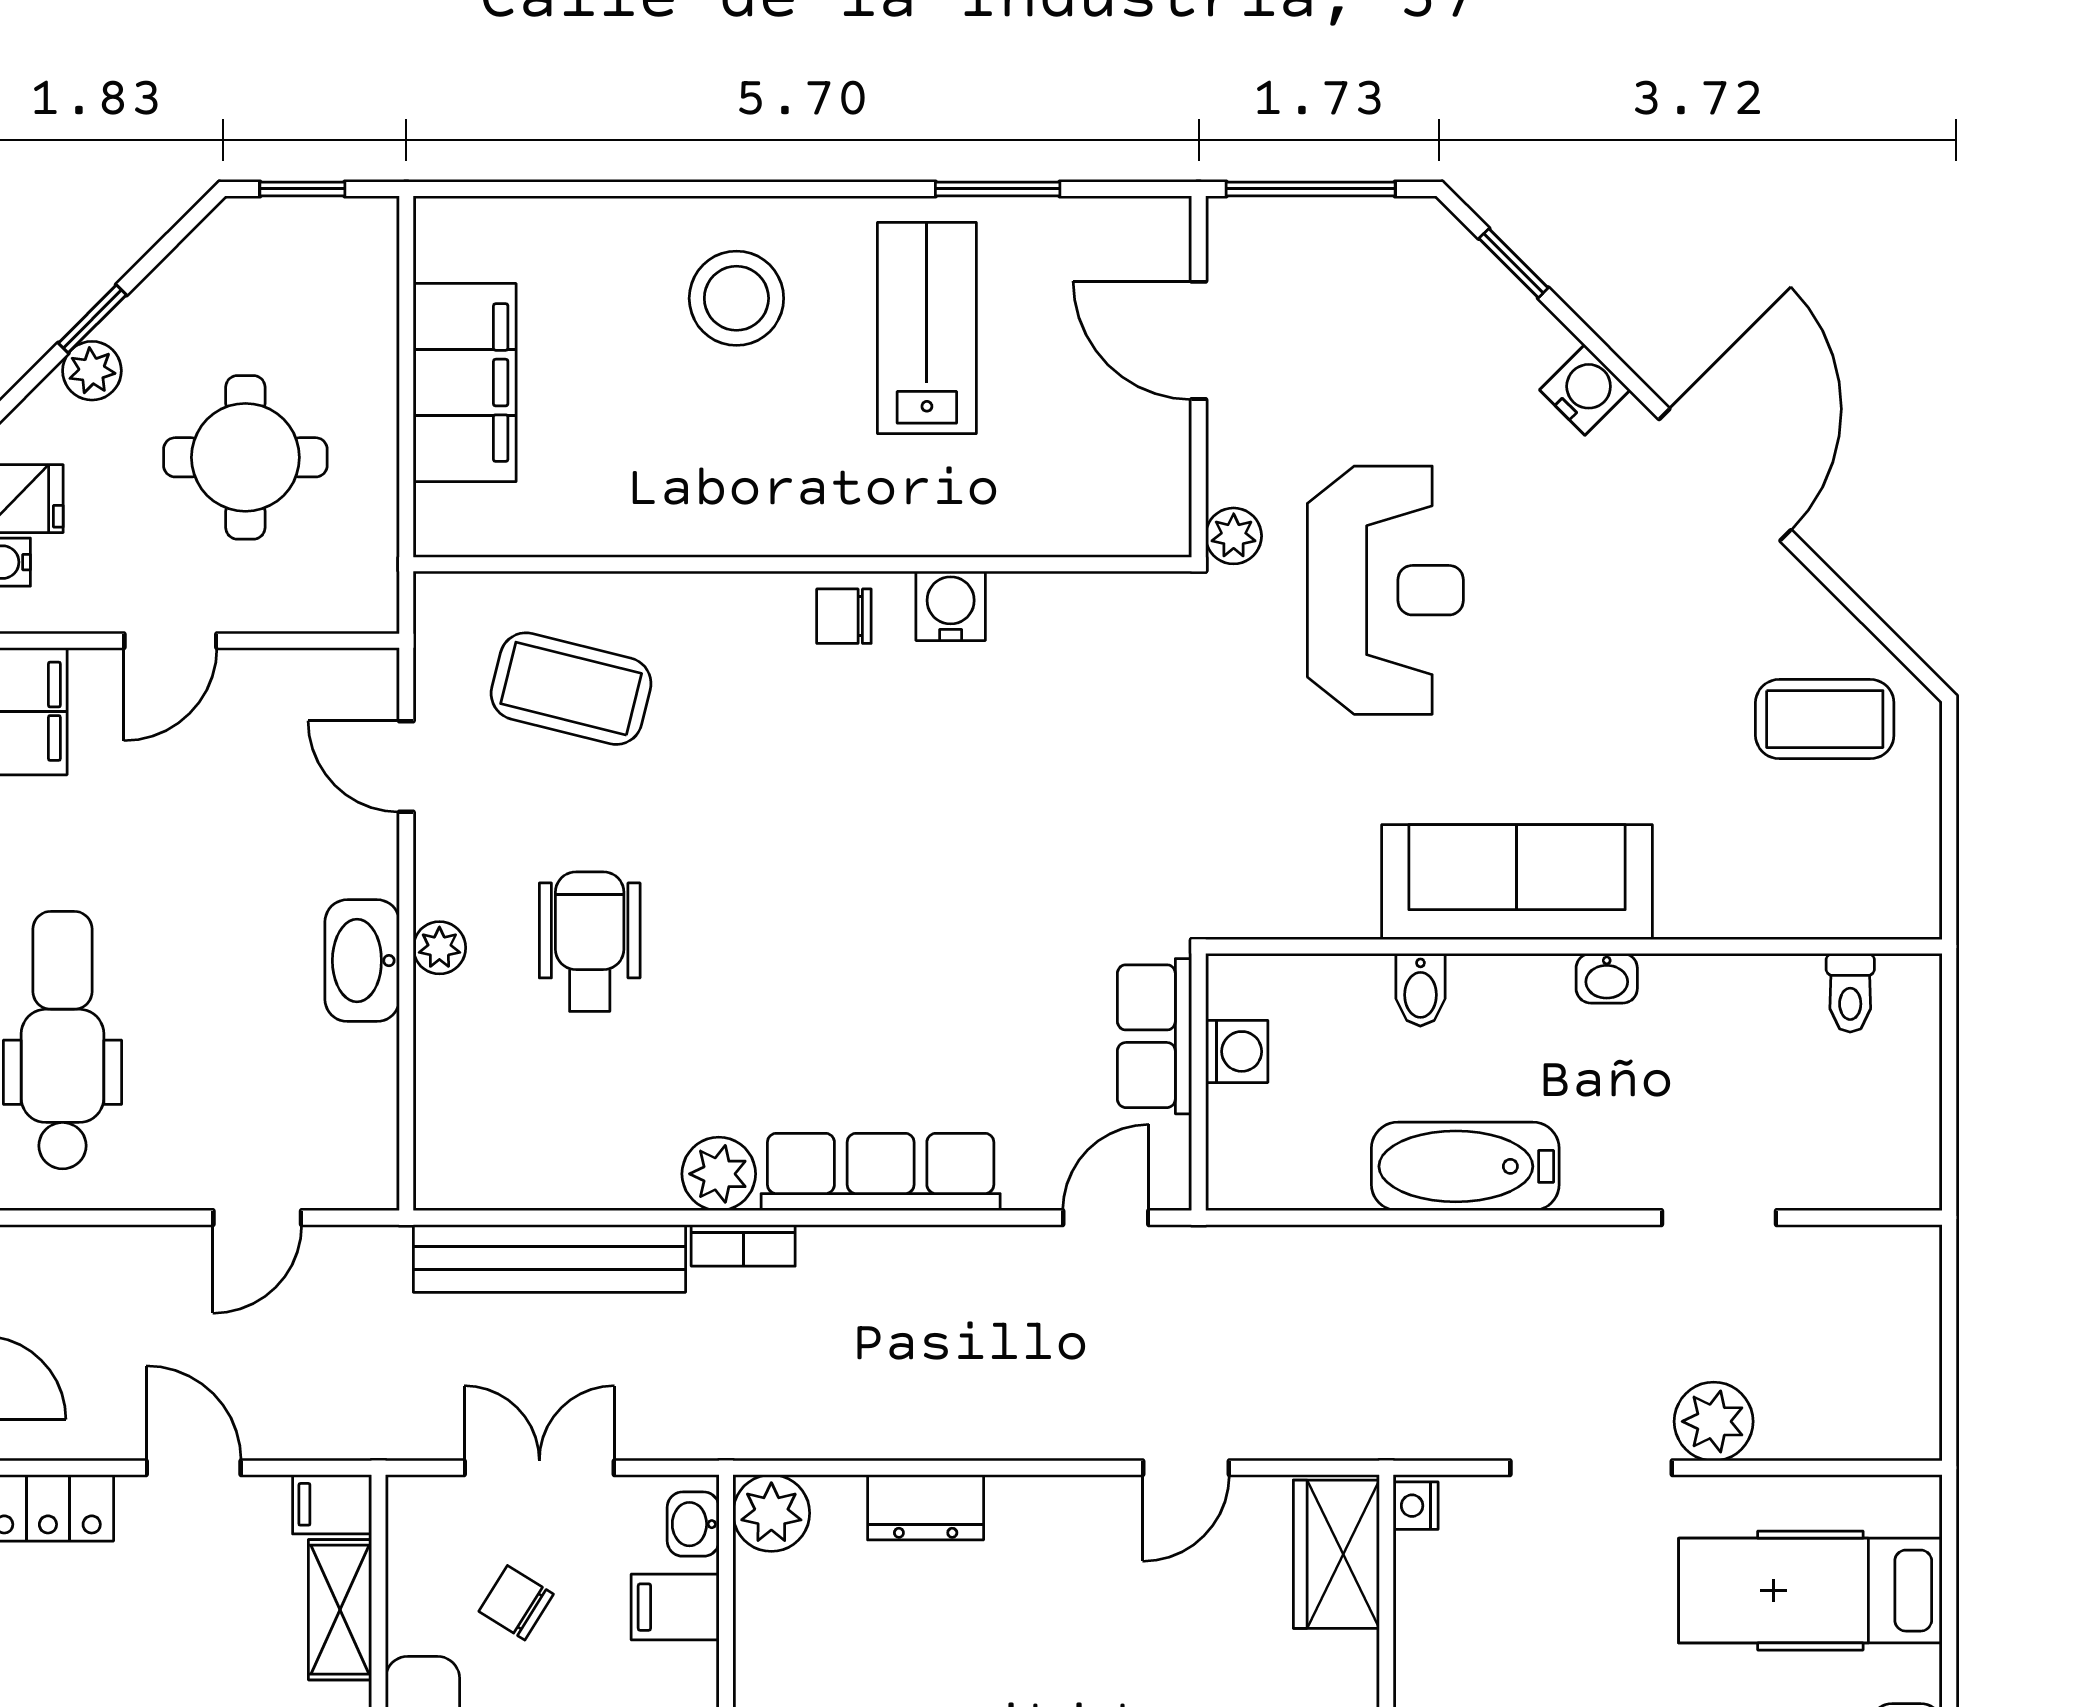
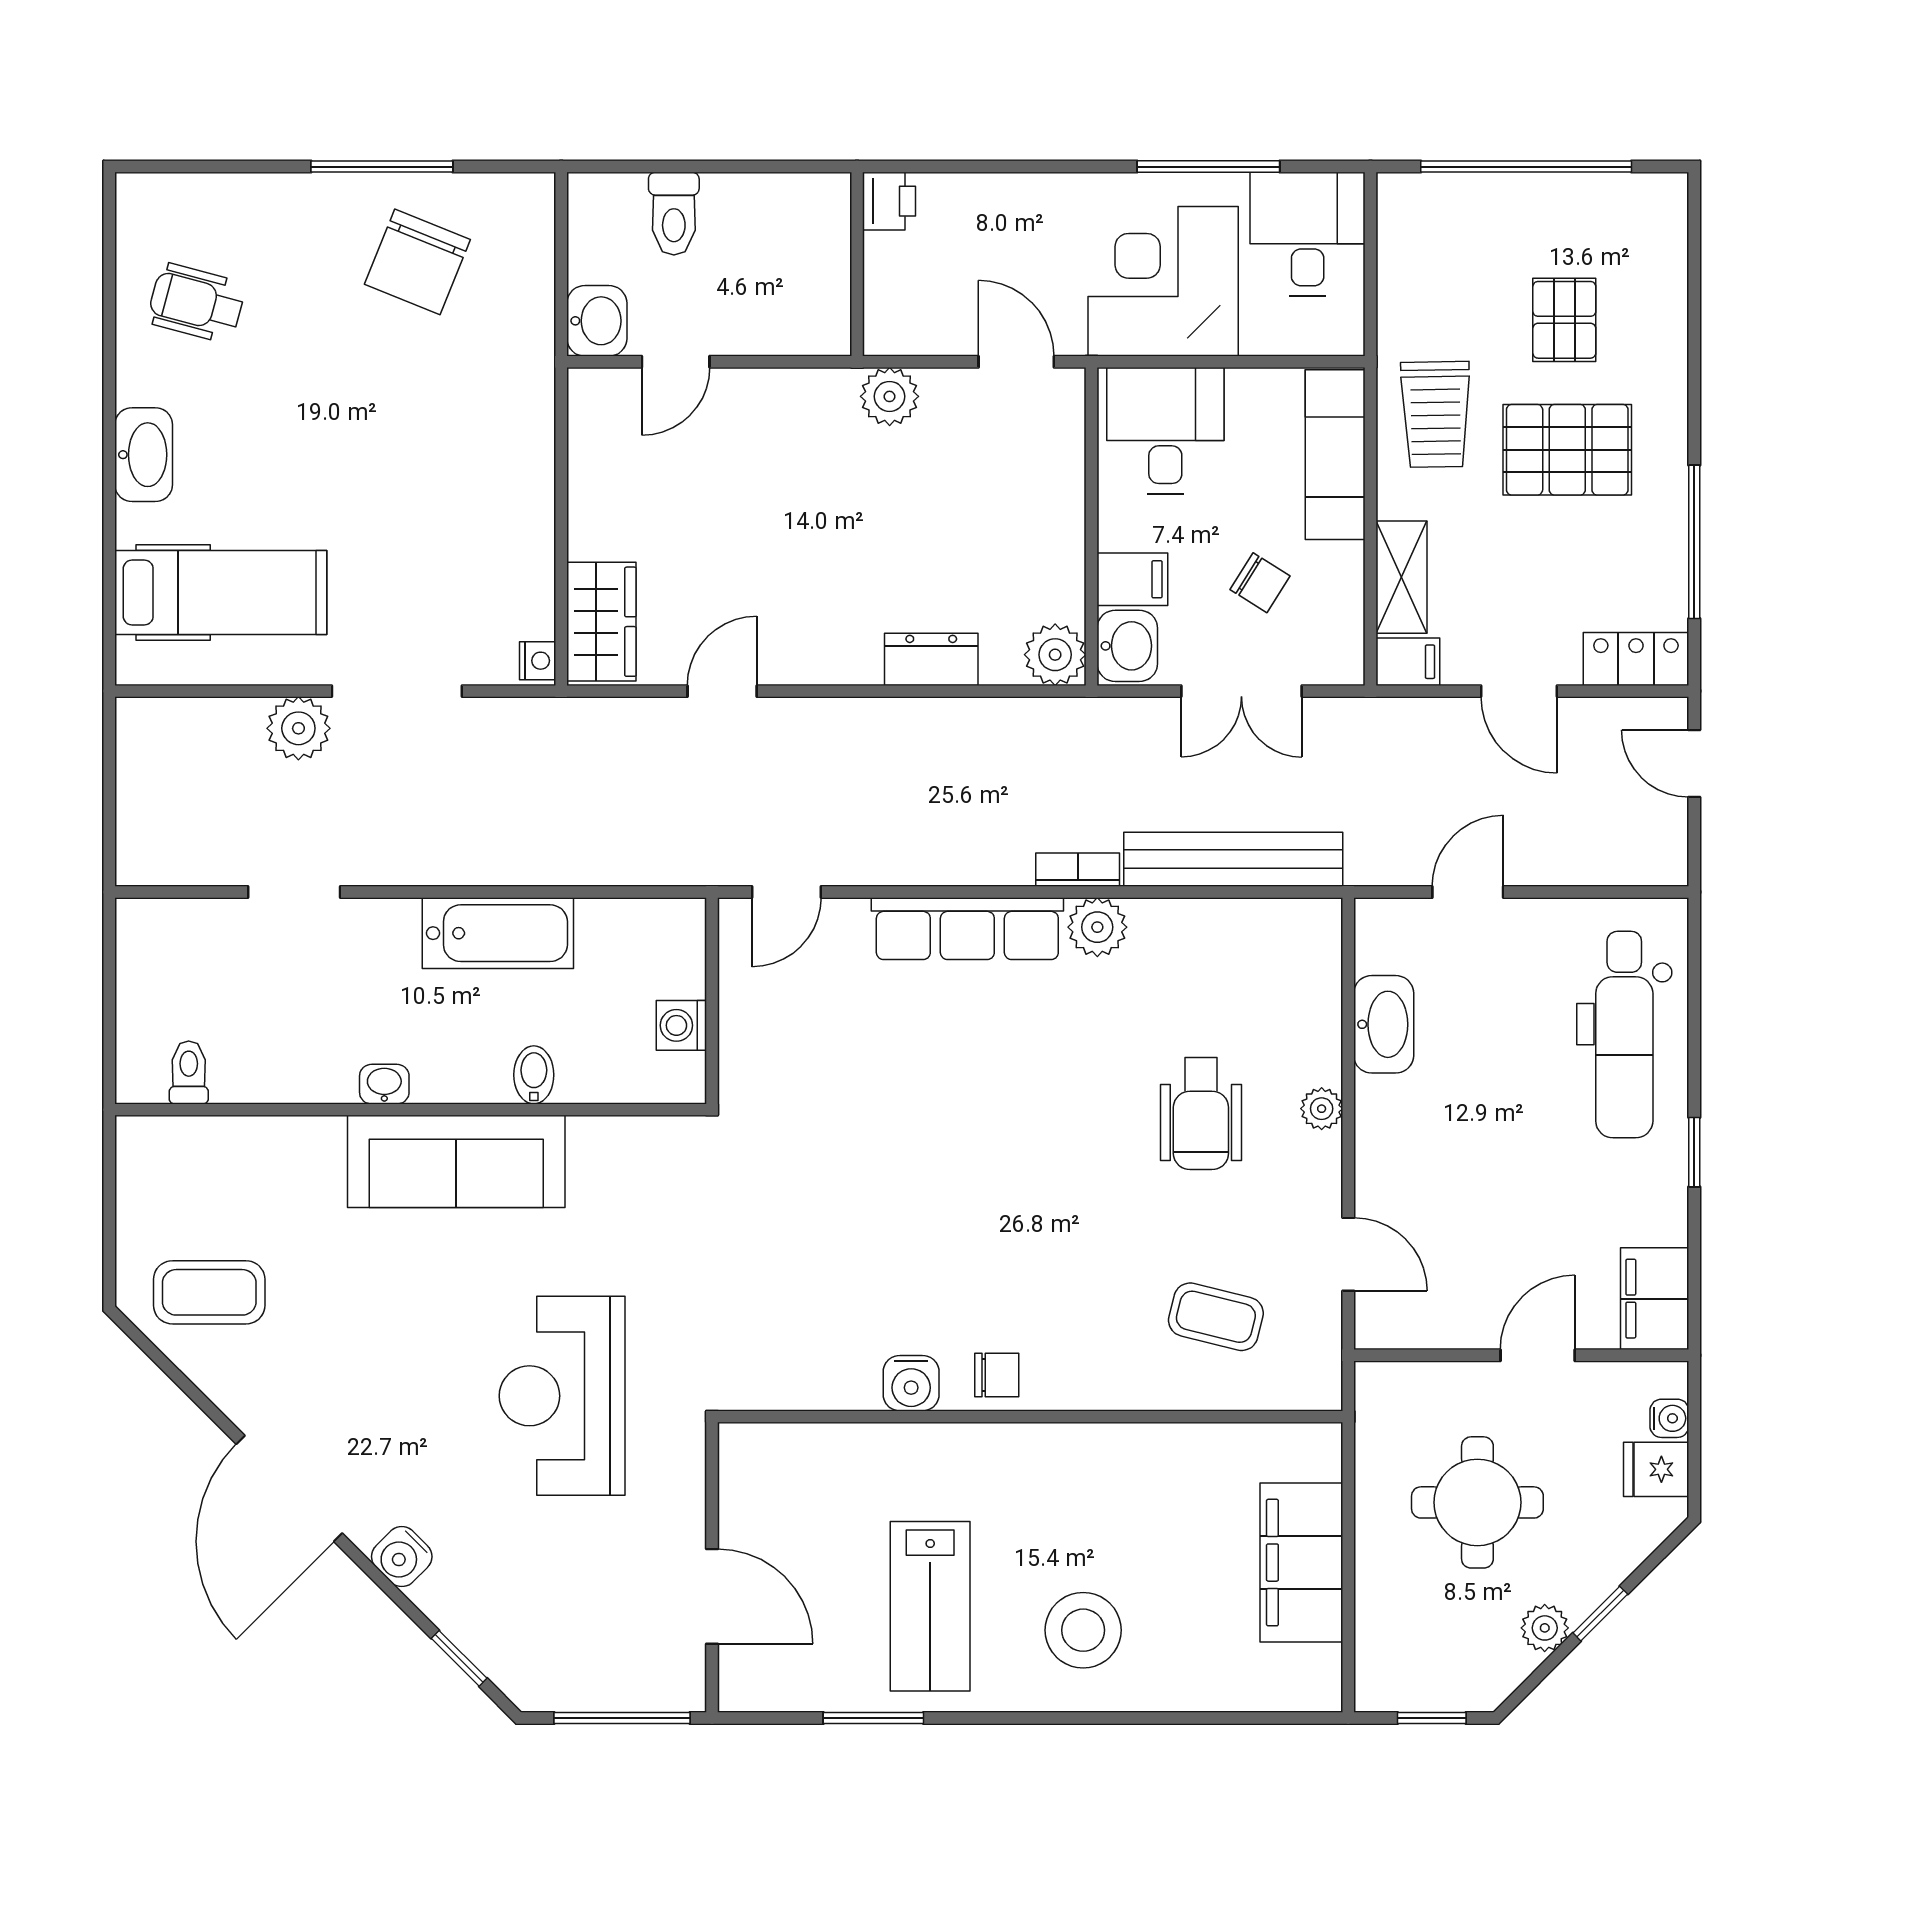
plant: (92, 371) -> (1545, 1628), moved
plant: (1234, 536) -> (684, 1439), removed
coffee table: (571, 689) -> (1216, 1317), width x0.73, depth x0.77
washbasin: (362, 961) -> (1384, 1024), moved
row of seats: (1155, 1036) -> (747, 1038), removed
washbasin: (693, 1524) -> (1127, 646), width x1.38, depth x1.45

